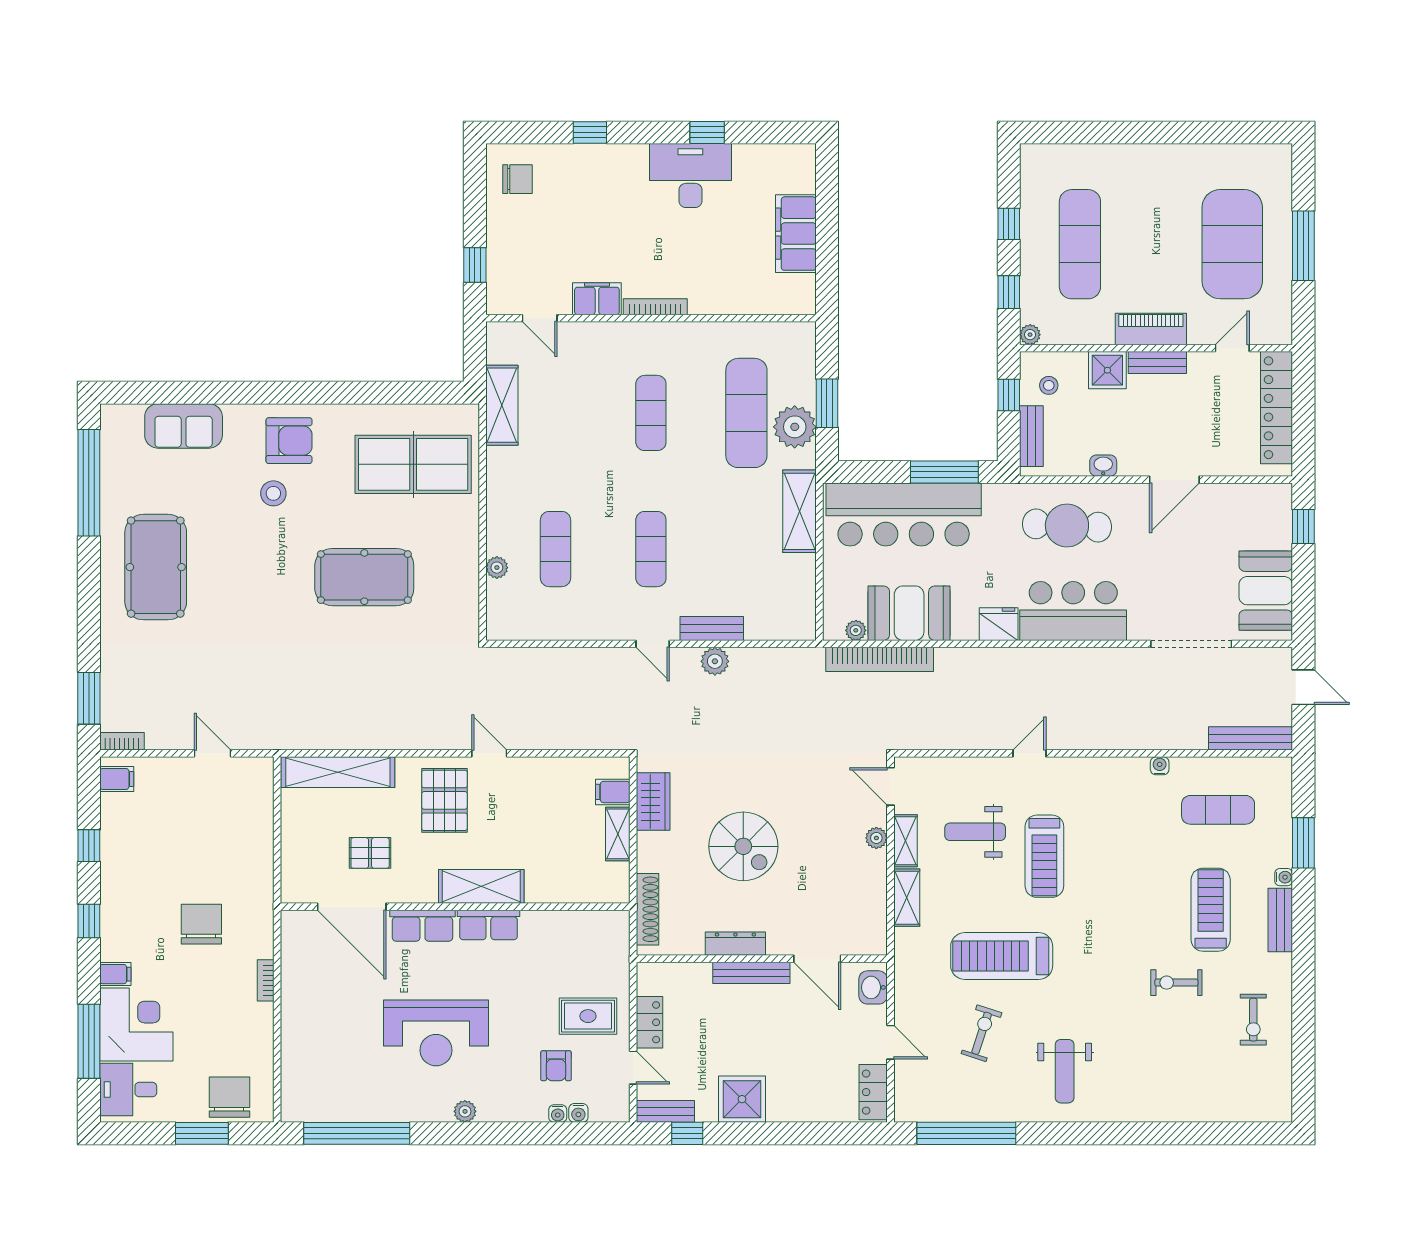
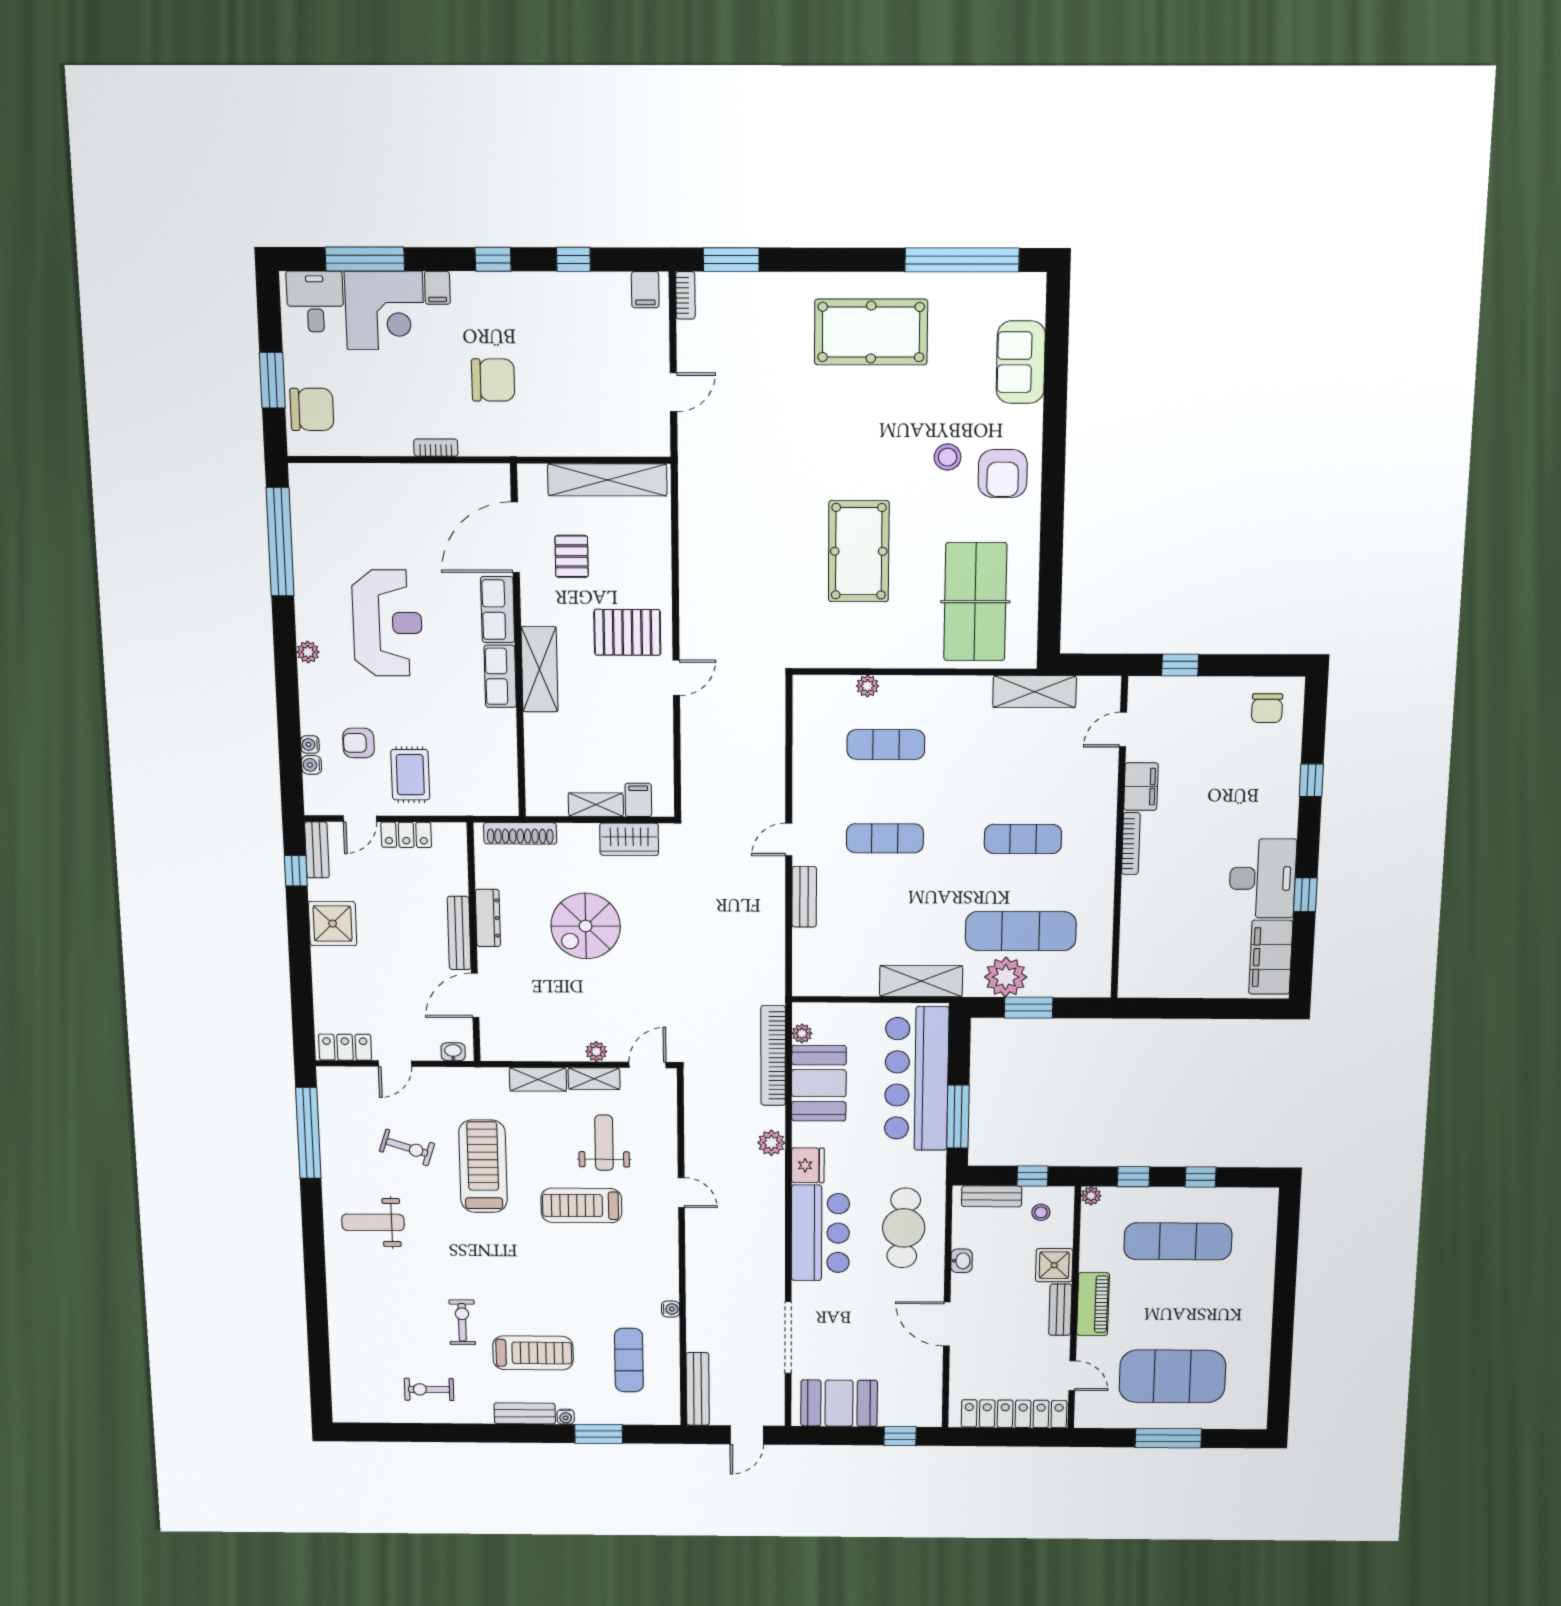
filing cabinet: (796, 234) -> (1271, 957), moved, turned -90
plant: (715, 661) -> (771, 1143), moved
shelving: (338, 772) -> (607, 480), moved, turned 90
washbasin: (873, 987) -> (453, 1052), width x0.72, depth x0.69
reception desk: (436, 1033) -> (387, 623), turned 180

